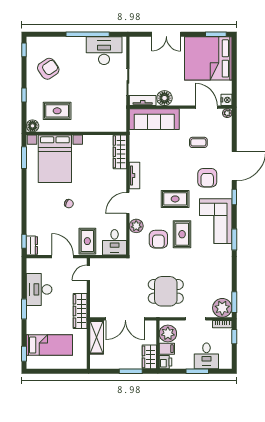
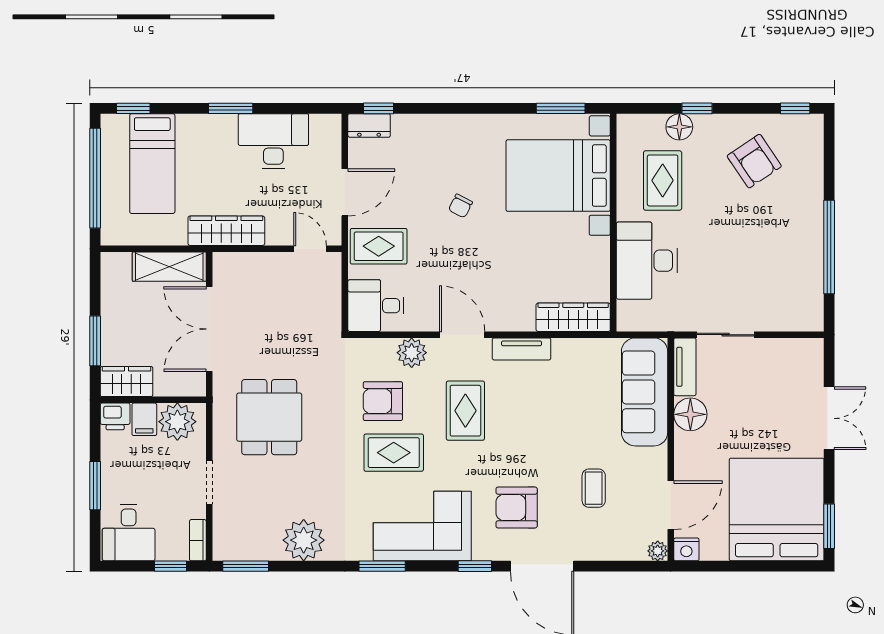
double door: (166, 34) -> (829, 418), swing flipped
desk: (104, 51) -> (647, 261), moved, turned 180
floor lamp: (33, 126) -> (679, 127), moved
rug: (175, 199) -> (465, 411), moved
plant: (222, 308) -> (304, 540), moved
desk: (206, 356) -> (129, 533), moved, turned -90
window: (56, 371) -> (95, 178), added

